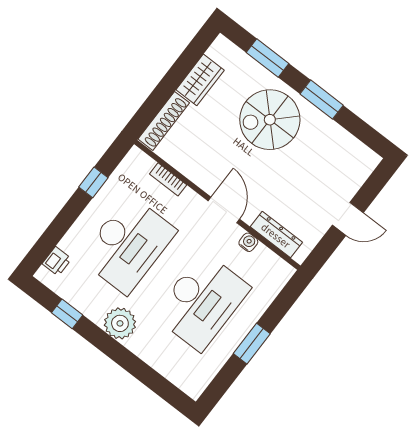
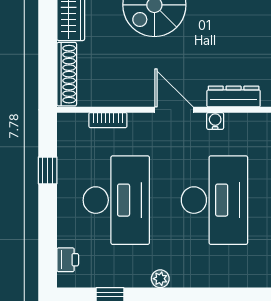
plant: (120, 323) -> (160, 279), width x0.53, depth x0.53

